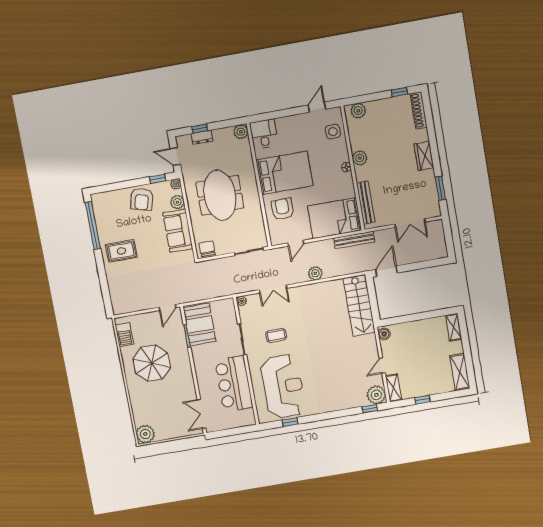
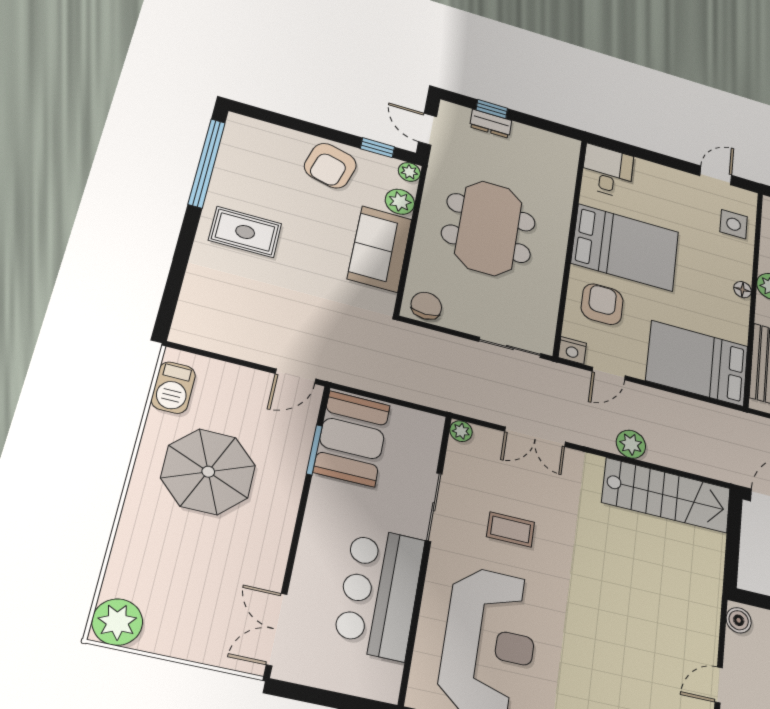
plant: (241, 132) -> (567, 148), removed
nightstand: (276, 240) -> (572, 350), added
bench: (354, 240) -> (724, 417), removed
stairs: (359, 305) -> (667, 495), moved, turned -90

